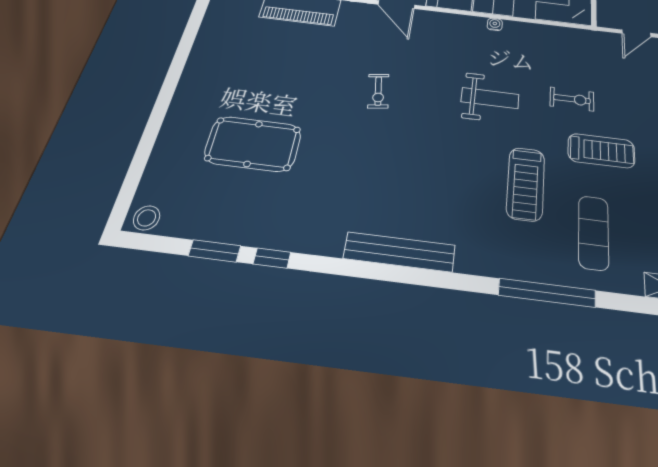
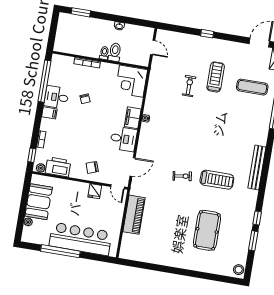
weight bench: (490, 98) -> (187, 124), removed
treadmill: (526, 184) -> (217, 180), moved

